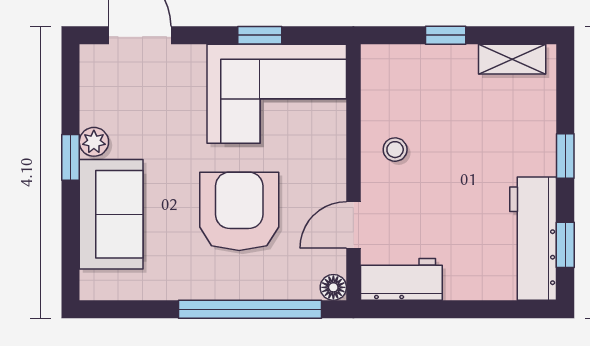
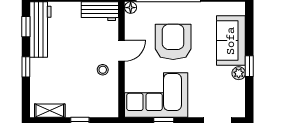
armchair: (239, 211) -> (173, 42), turned 180
door: (353, 225) -> (121, 51), moved

